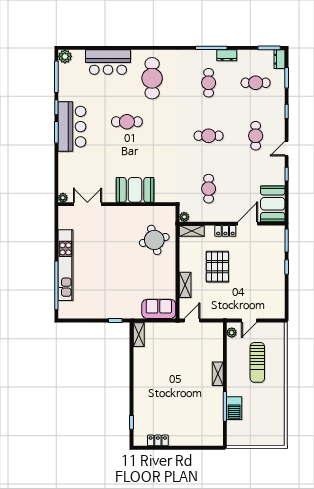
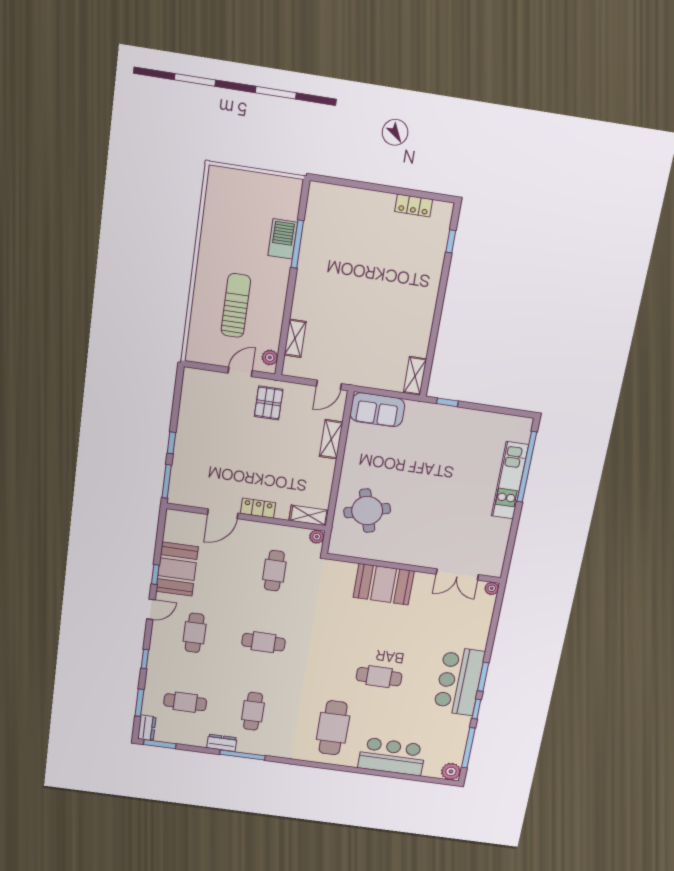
booth: (273, 204) -> (177, 569), moved
kitchen unit: (66, 265) -> (510, 480), width x0.73
pallet: (217, 267) -> (269, 403), moved, width x0.67, depth x0.71
shelving: (218, 374) -> (295, 338), moved

